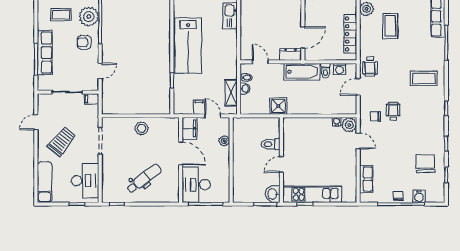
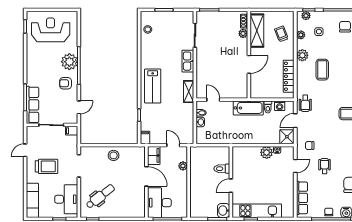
coffee table: (61, 15) -> (46, 60), removed
door: (303, 37) -> (249, 64), moved
lab bench: (188, 46) -> (153, 86), width x0.73, depth x0.72
row of seats: (45, 53) -> (32, 105), moved
dresser: (291, 54) -> (239, 93), removed
shelving: (231, 93) -> (189, 92), moved
shower: (278, 106) -> (287, 137), moved
filing cabinet: (199, 107) -> (145, 137), moved
wheelchair: (393, 111) -> (325, 166), moved
plant: (349, 125) -> (267, 152), moved
trolley: (62, 141) -> (47, 166), turned 51
door: (358, 141) -> (295, 166), hinge flipped
dental chair: (144, 179) -> (100, 196), moved
row of seats: (366, 179) -> (302, 198), width x1.48

